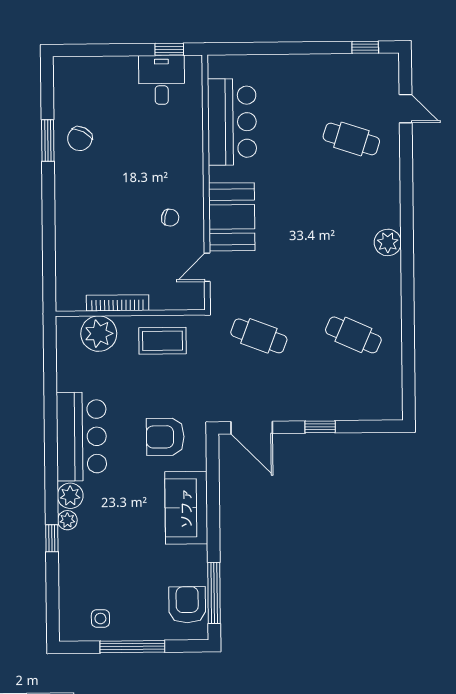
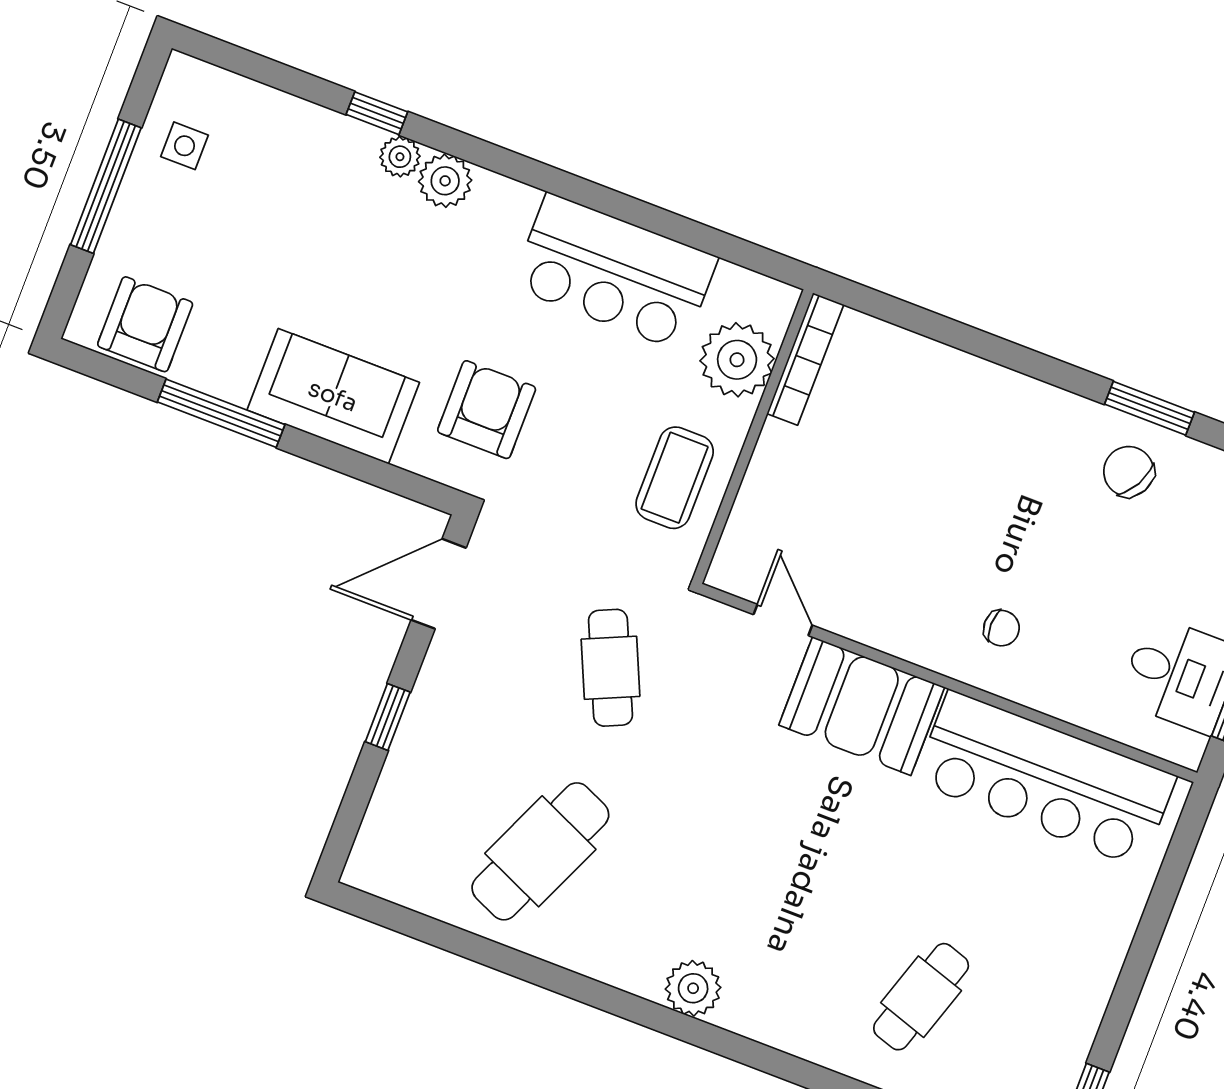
bar counter: (232, 122) -> (1045, 779), width x1.36
chair: (170, 218) -> (1001, 628), moved, turned -102
bookcase: (118, 303) -> (805, 359), moved
cafe table: (353, 335) -> (540, 851), width x1.37, depth x1.35
cafe table: (259, 336) -> (610, 668), turned -45
bar counter: (81, 437) -> (615, 272), moved
window: (214, 593) -> (221, 413), moved
armchair: (187, 605) -> (145, 324), turned -90

